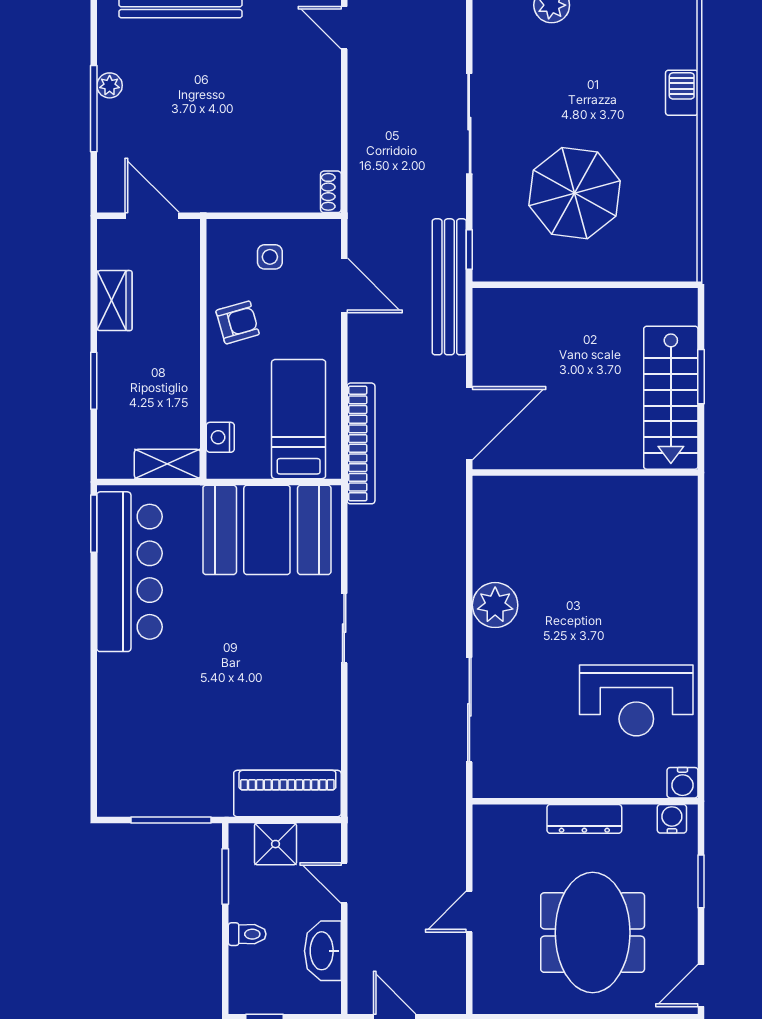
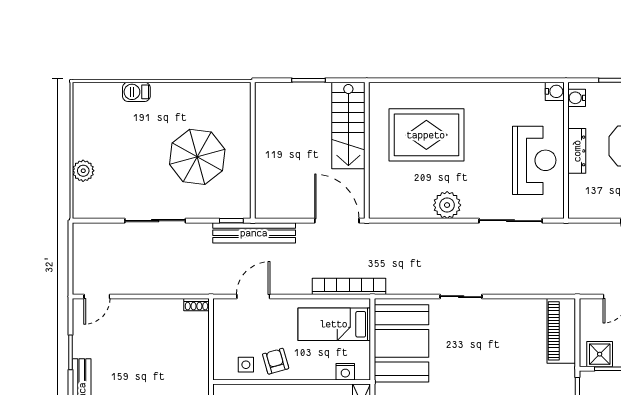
side table: (270, 257) -> (246, 365), moved
stairs: (671, 398) -> (348, 126), moved, turned 90
rug: (611, 571) -> (426, 135), added
reception desk: (636, 700) -> (534, 160), moved
shower: (276, 844) -> (600, 354), moved

